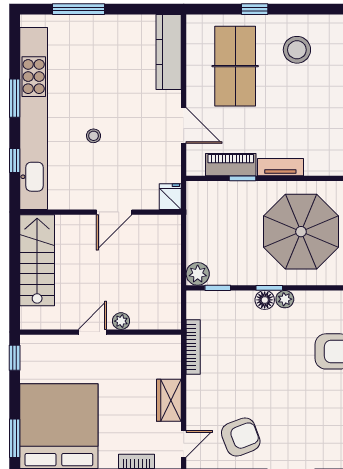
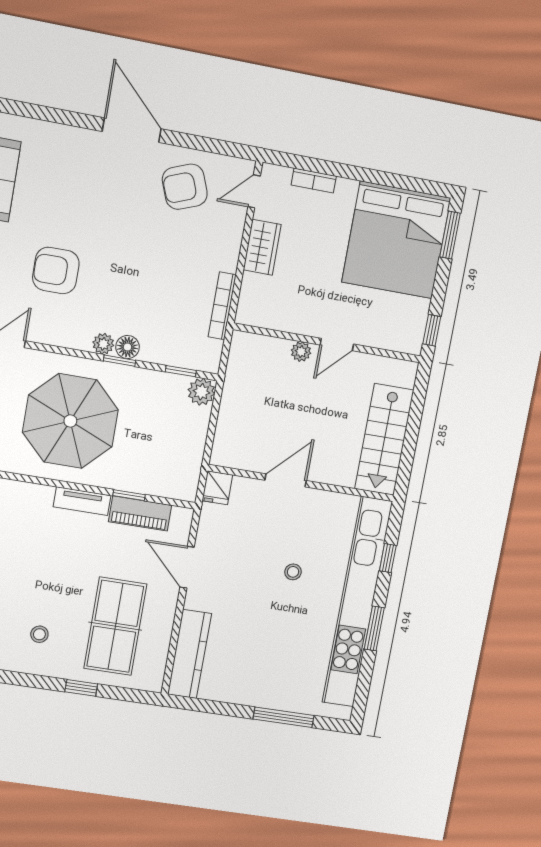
stool: (297, 50) -> (39, 634), width x0.53, depth x0.53

